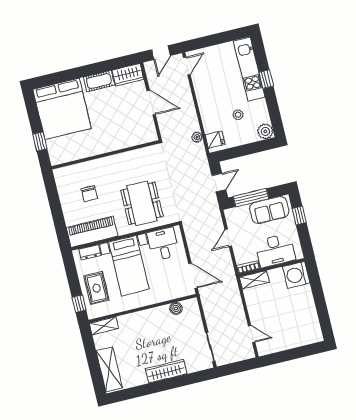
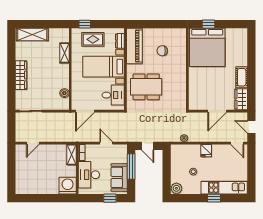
bed: (62, 109) -> (207, 47), moved, turned -90
fridge: (215, 140) -> (206, 151), moved
shelving: (104, 326) -> (64, 53), moved

